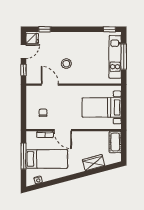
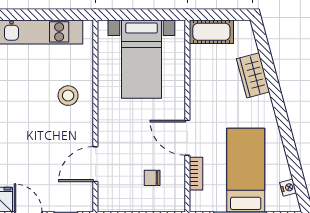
window: (124, 57) -> (39, 15), removed
stool: (66, 64) -> (68, 96), moved
door: (63, 130) -> (187, 138), swing flipped

